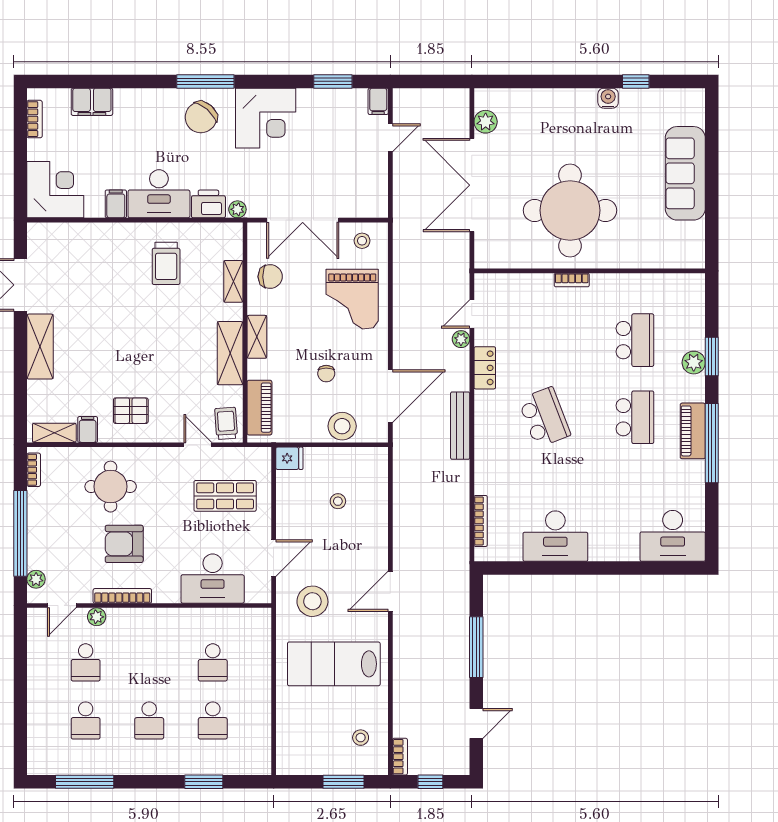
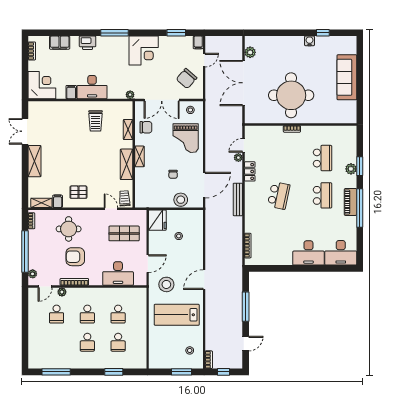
chair: (201, 117) -> (187, 78), moved
printer: (208, 204) -> (88, 43), moved, turned 180
piano: (259, 408) -> (141, 191), removed
school desk: (544, 417) -> (279, 195), turned 33
fridge: (289, 458) -> (157, 220), width x1.88, depth x1.34
desk: (555, 536) -> (308, 253), moved
school desk: (86, 720) -> (87, 314), moved

